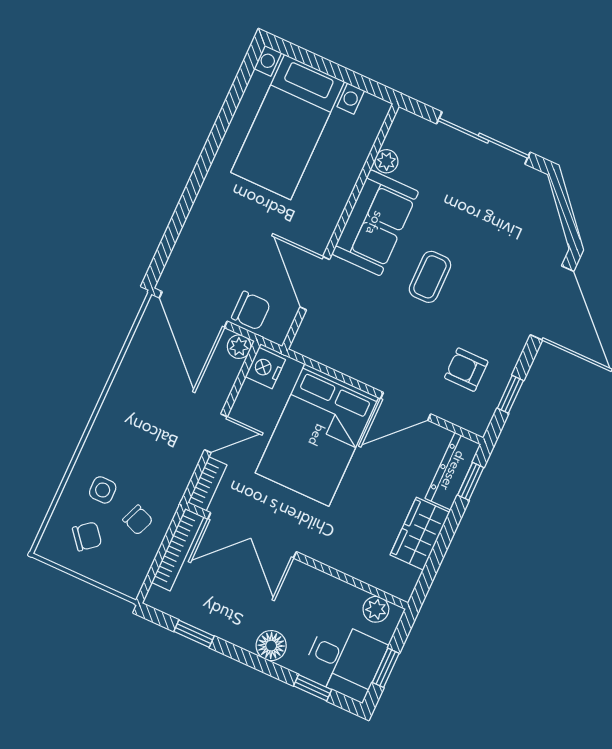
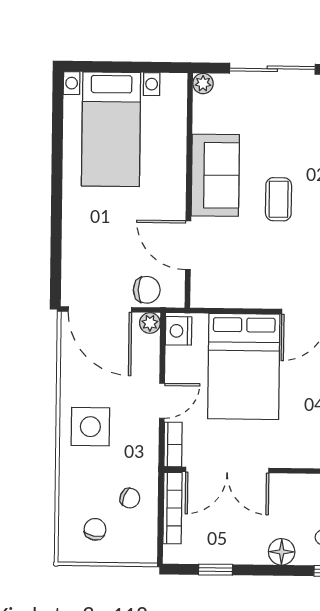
plant: (386, 161) -> (203, 83), moved
side table: (103, 490) -> (90, 427), moved, width x1.87, depth x1.87
chair: (87, 536) -> (95, 529), turned -40

